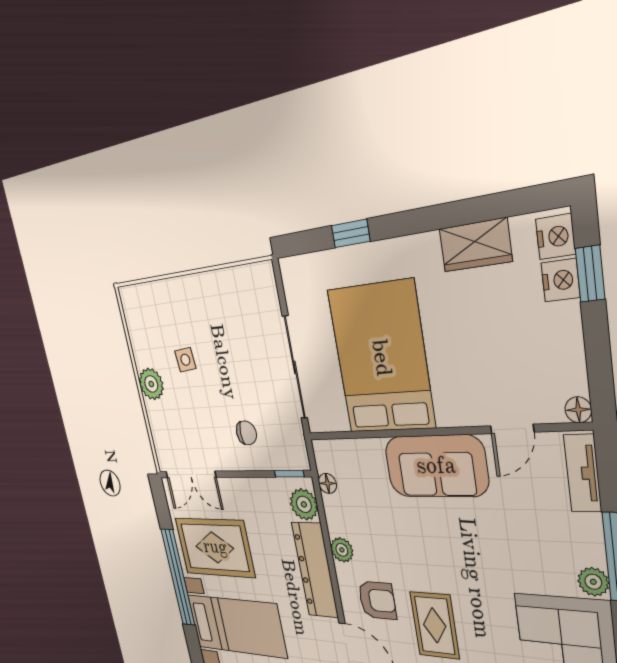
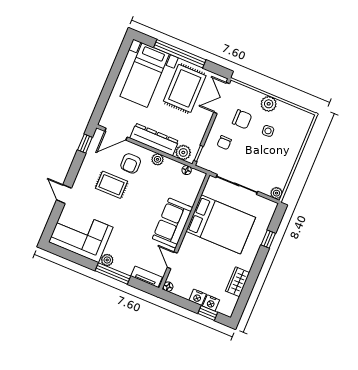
nightstand: (556, 237) -> (198, 297), moved
plant: (264, 275) -> (276, 193), added
chair: (197, 419) -> (242, 119), added

